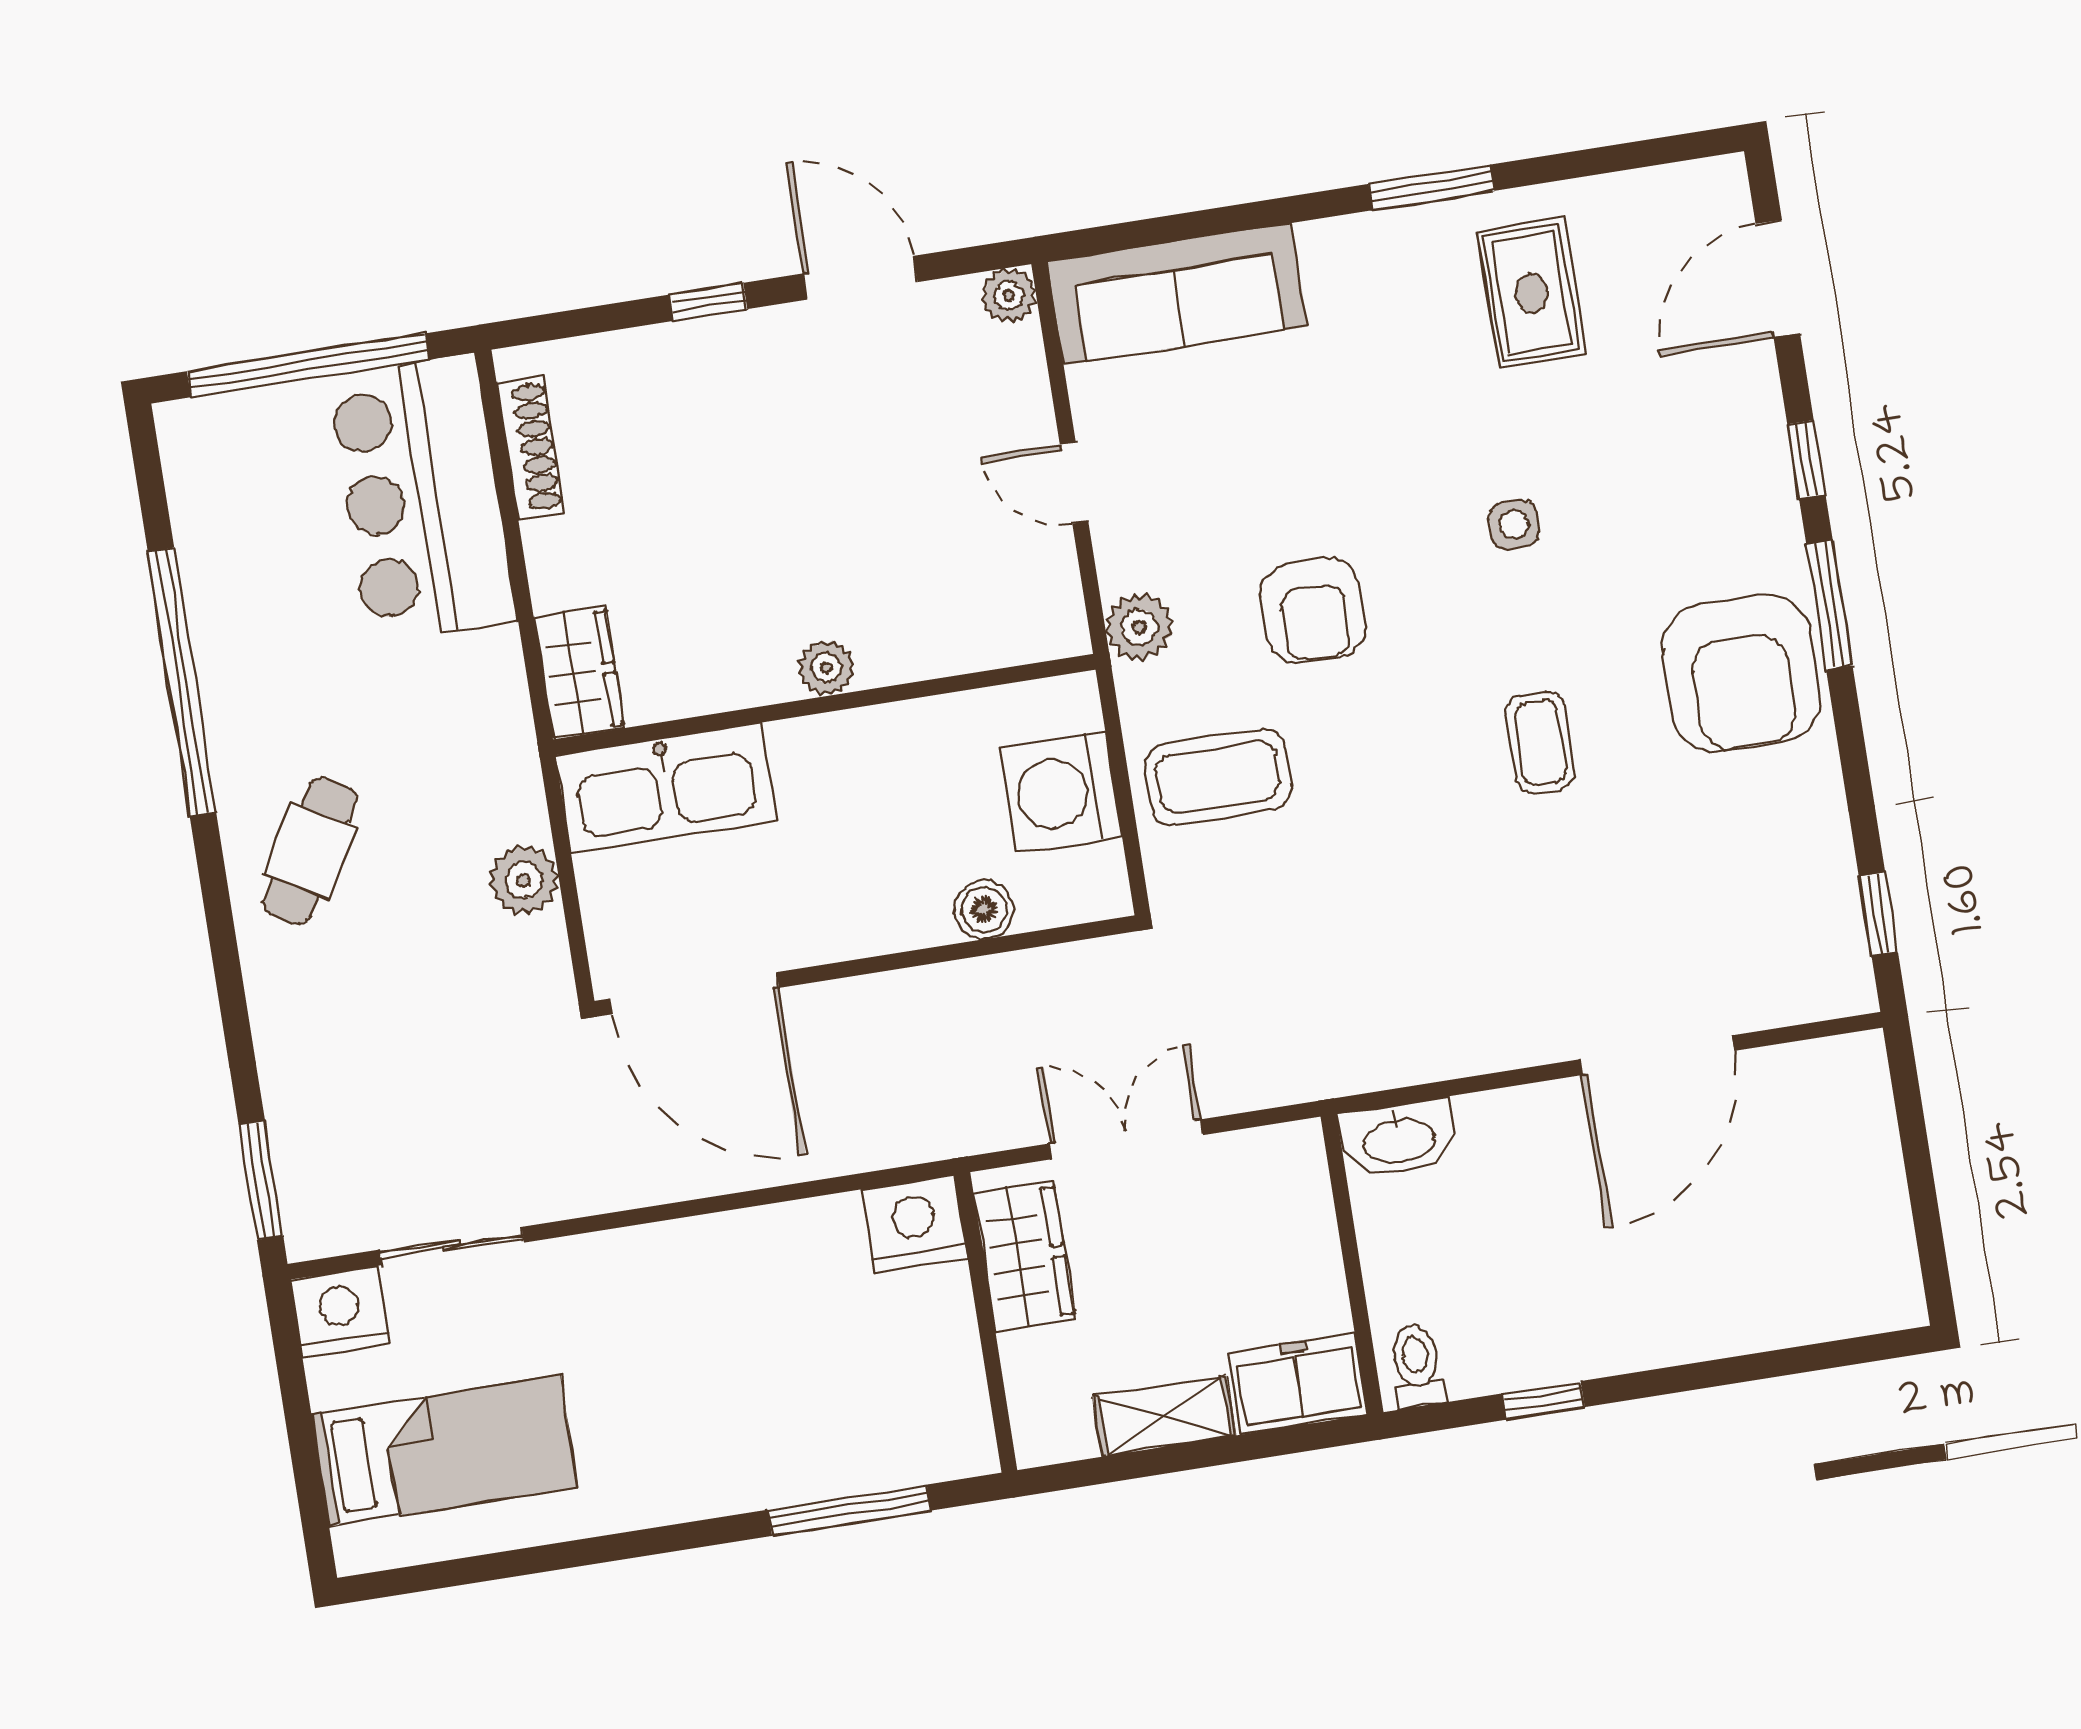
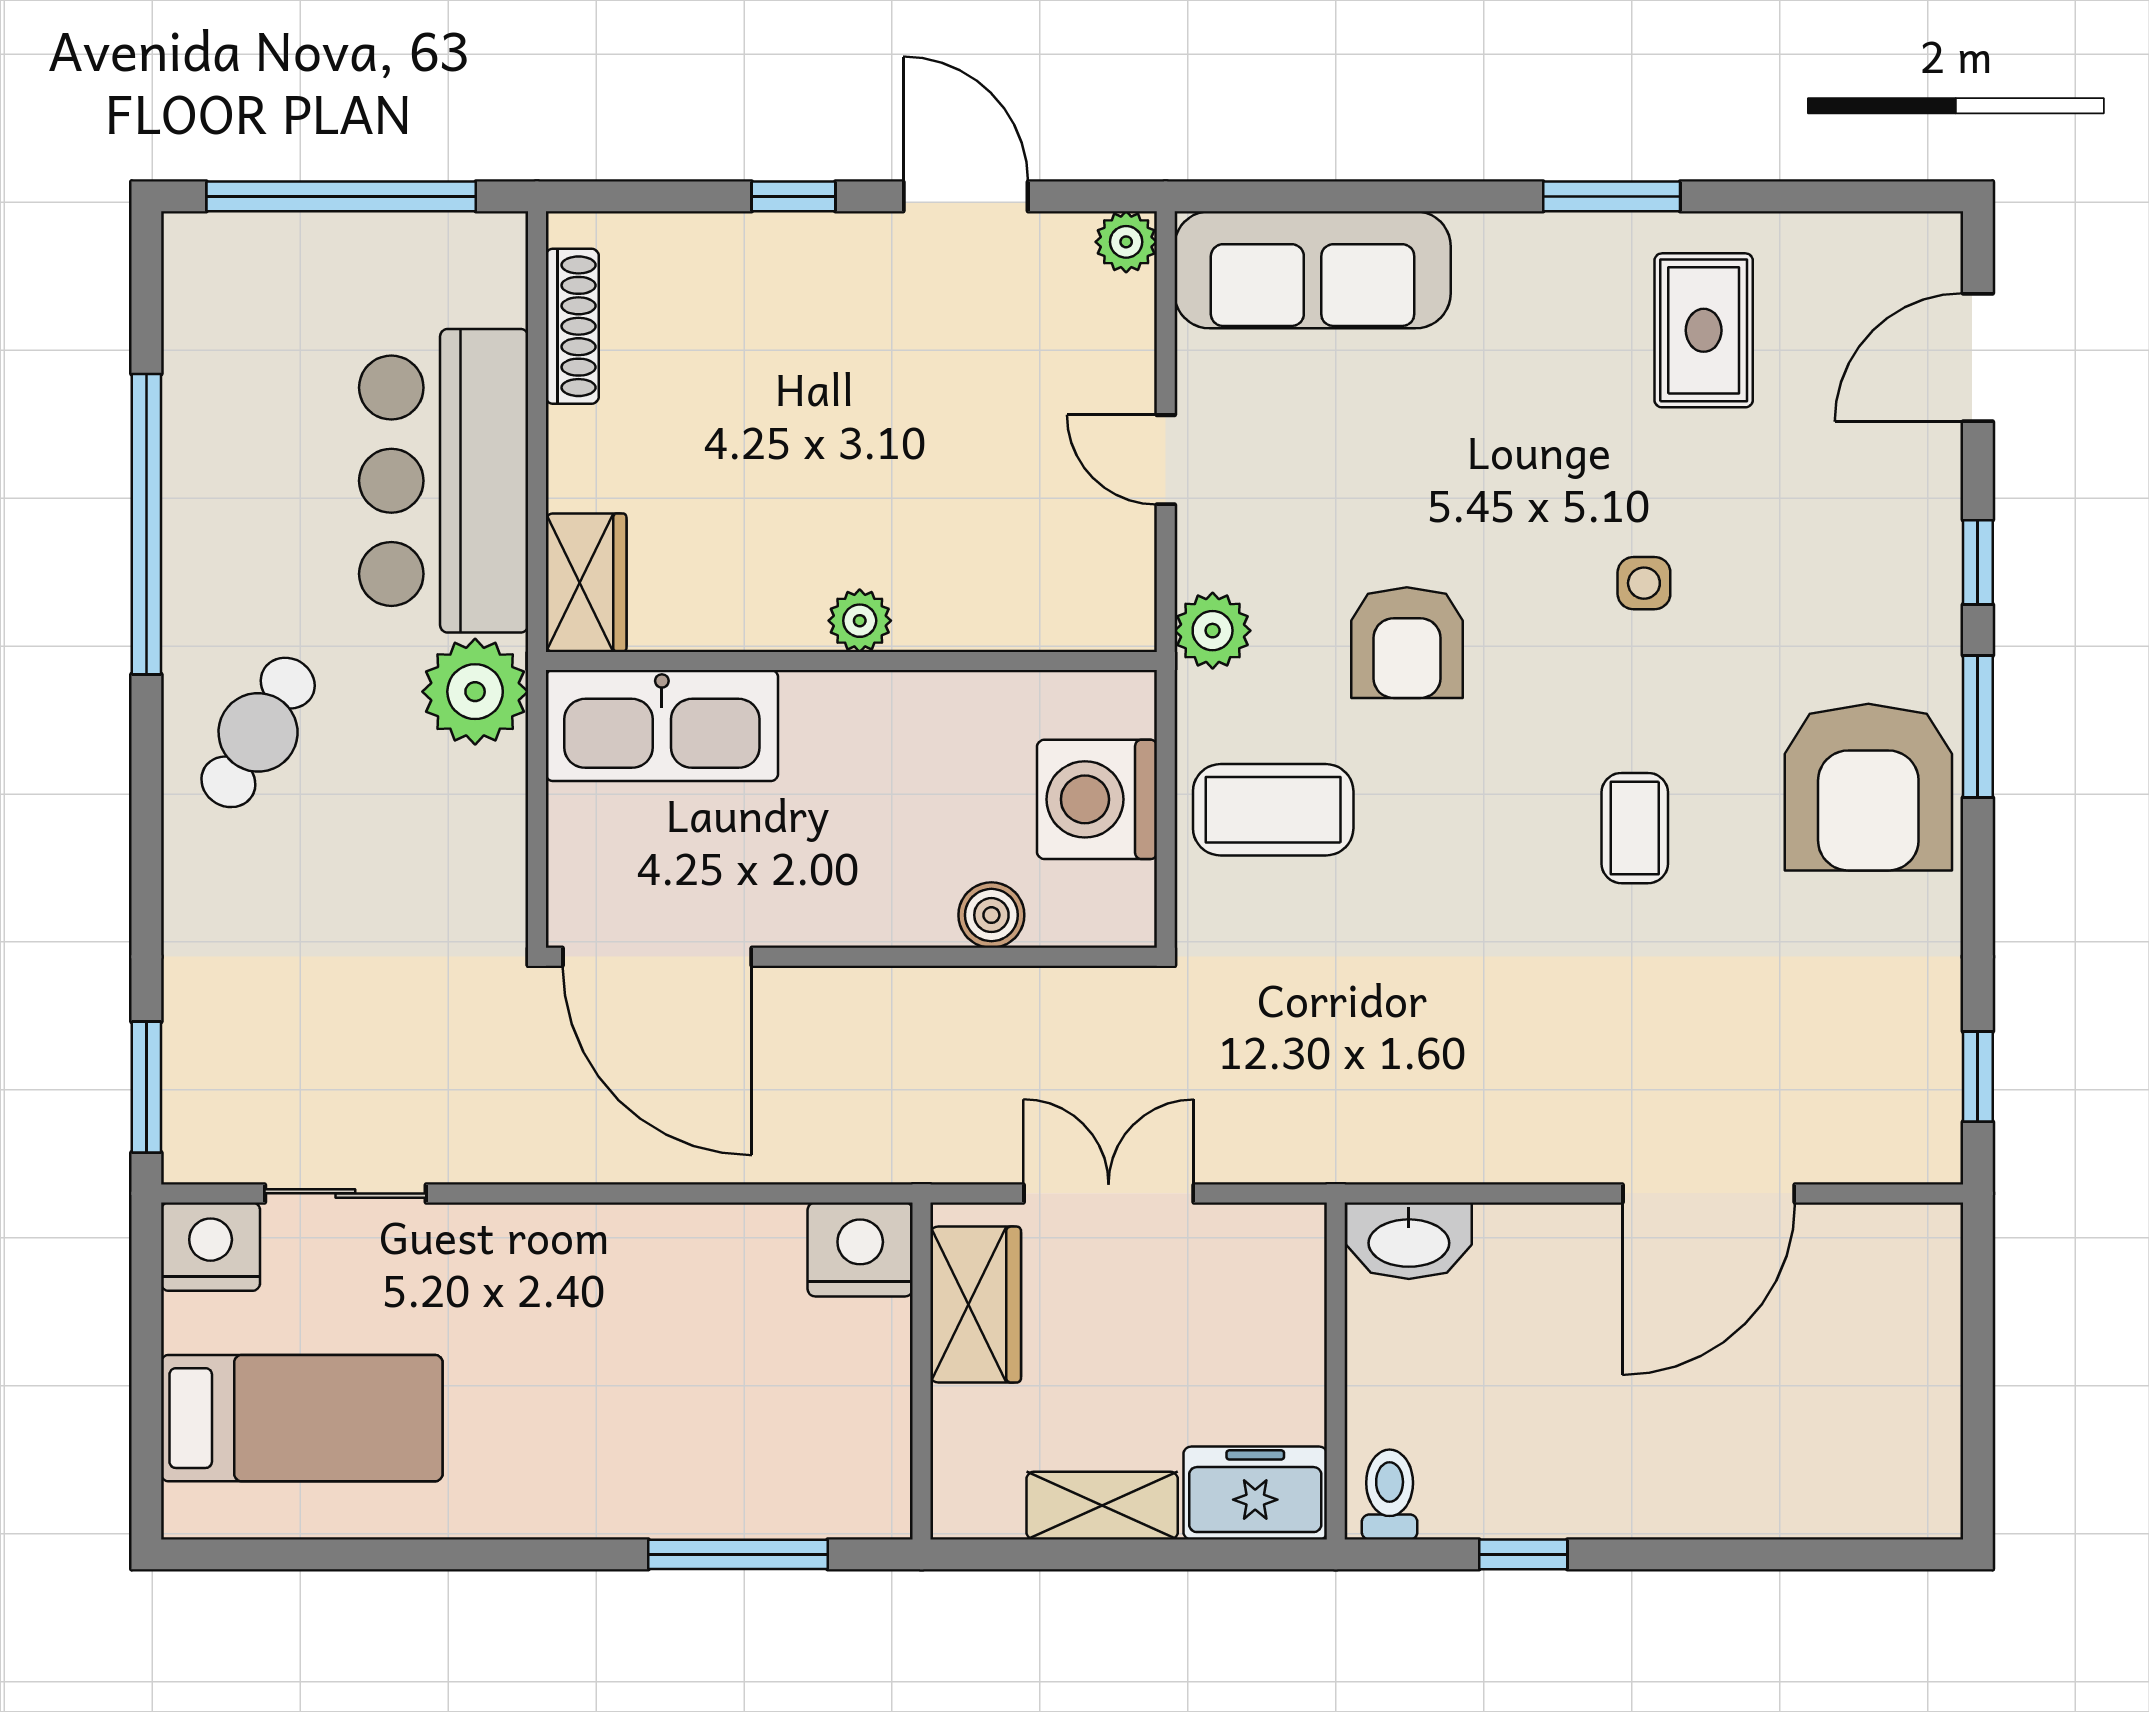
bar counter: (422, 498) -> (444, 481), moved
plant: (524, 880) -> (475, 692), moved, width x1.36, depth x1.36

